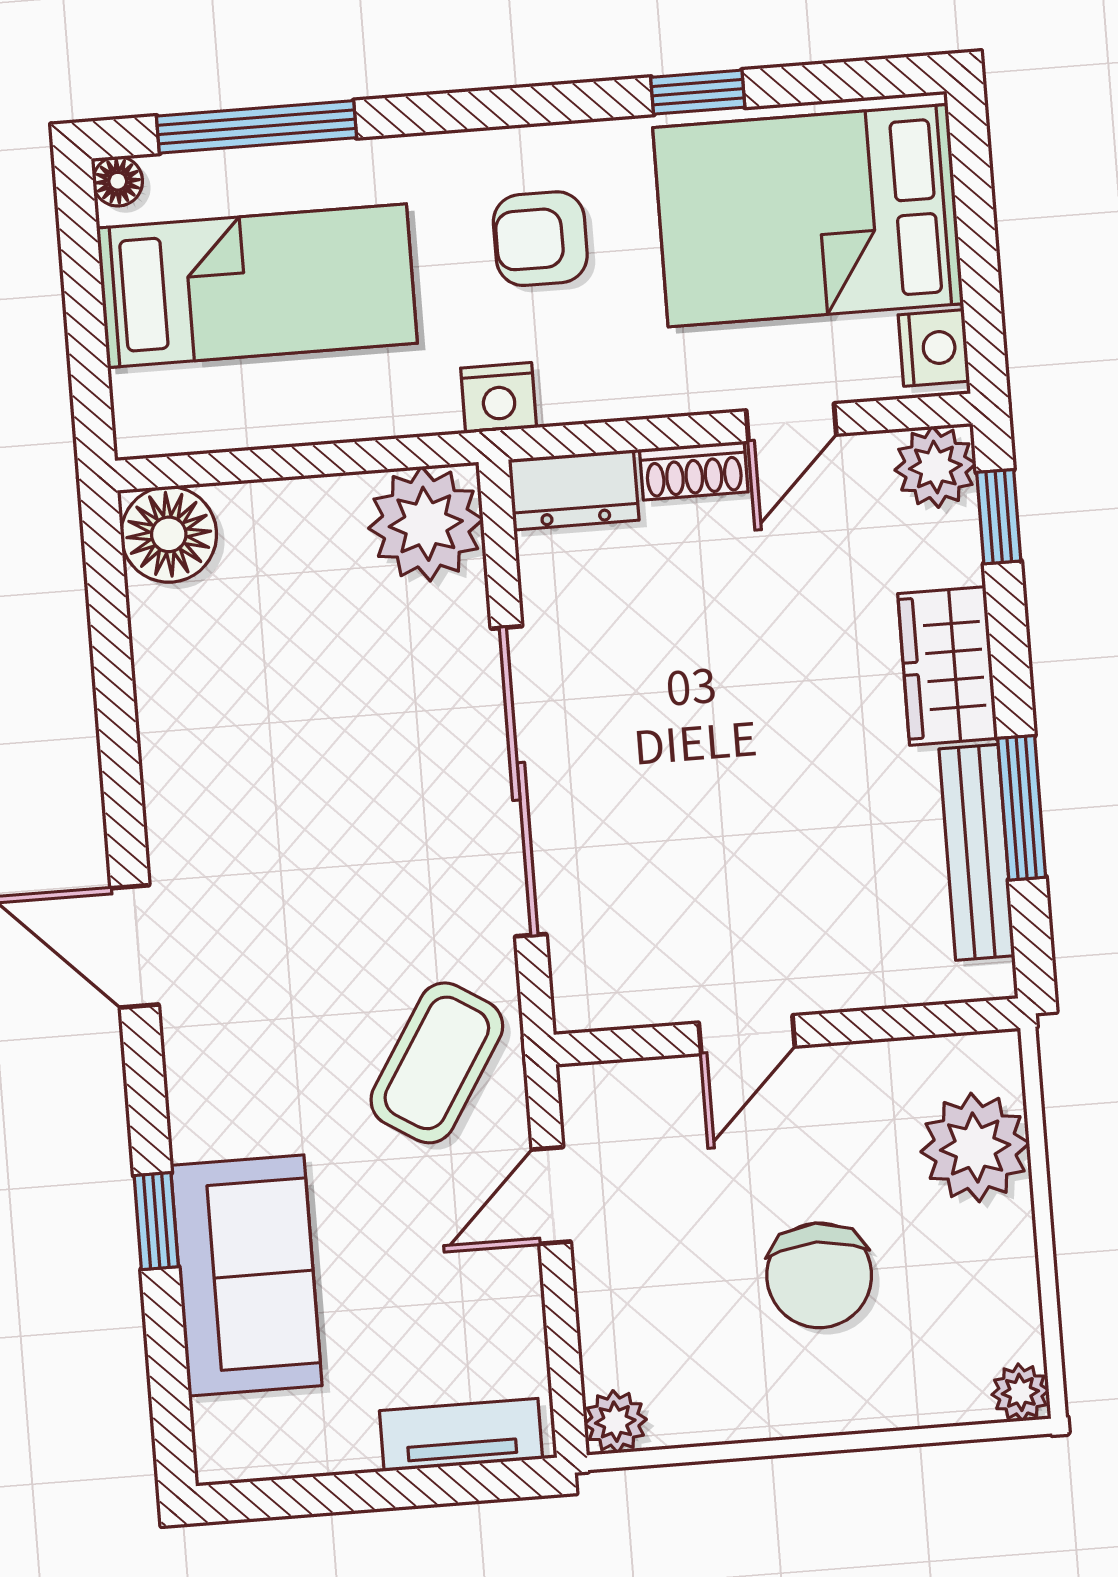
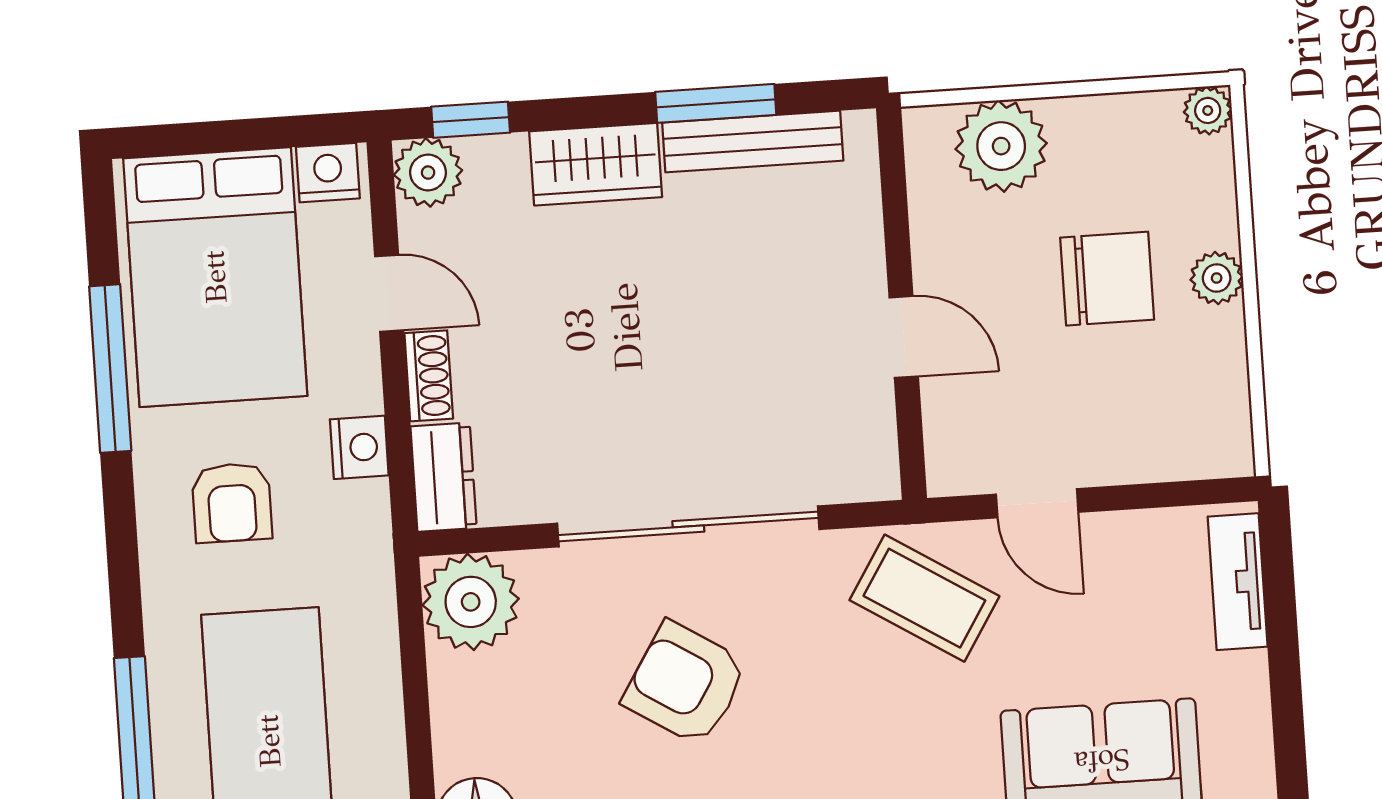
window: (698, 92) -> (110, 369), width x2.17
nightstand: (499, 398) -> (359, 447), moved
armchair: (332, 780) -> (685, 683), added
plant: (615, 1422) -> (1217, 278), moved

